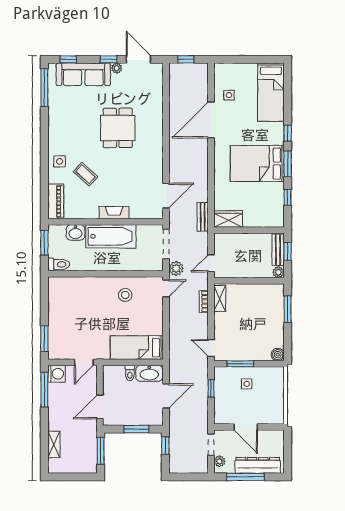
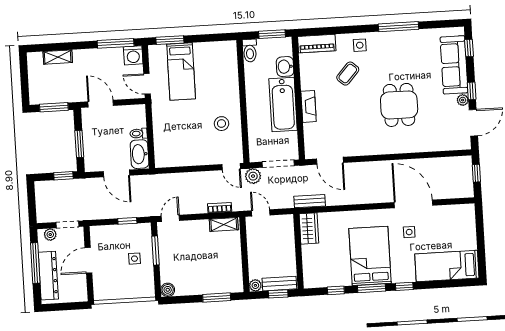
window: (44, 88) -> (399, 27), moved
side table: (229, 95) -> (409, 232), moved
dining table: (118, 128) -> (399, 105), turned 90
bed: (137, 348) -> (181, 72), moved, turned 180

